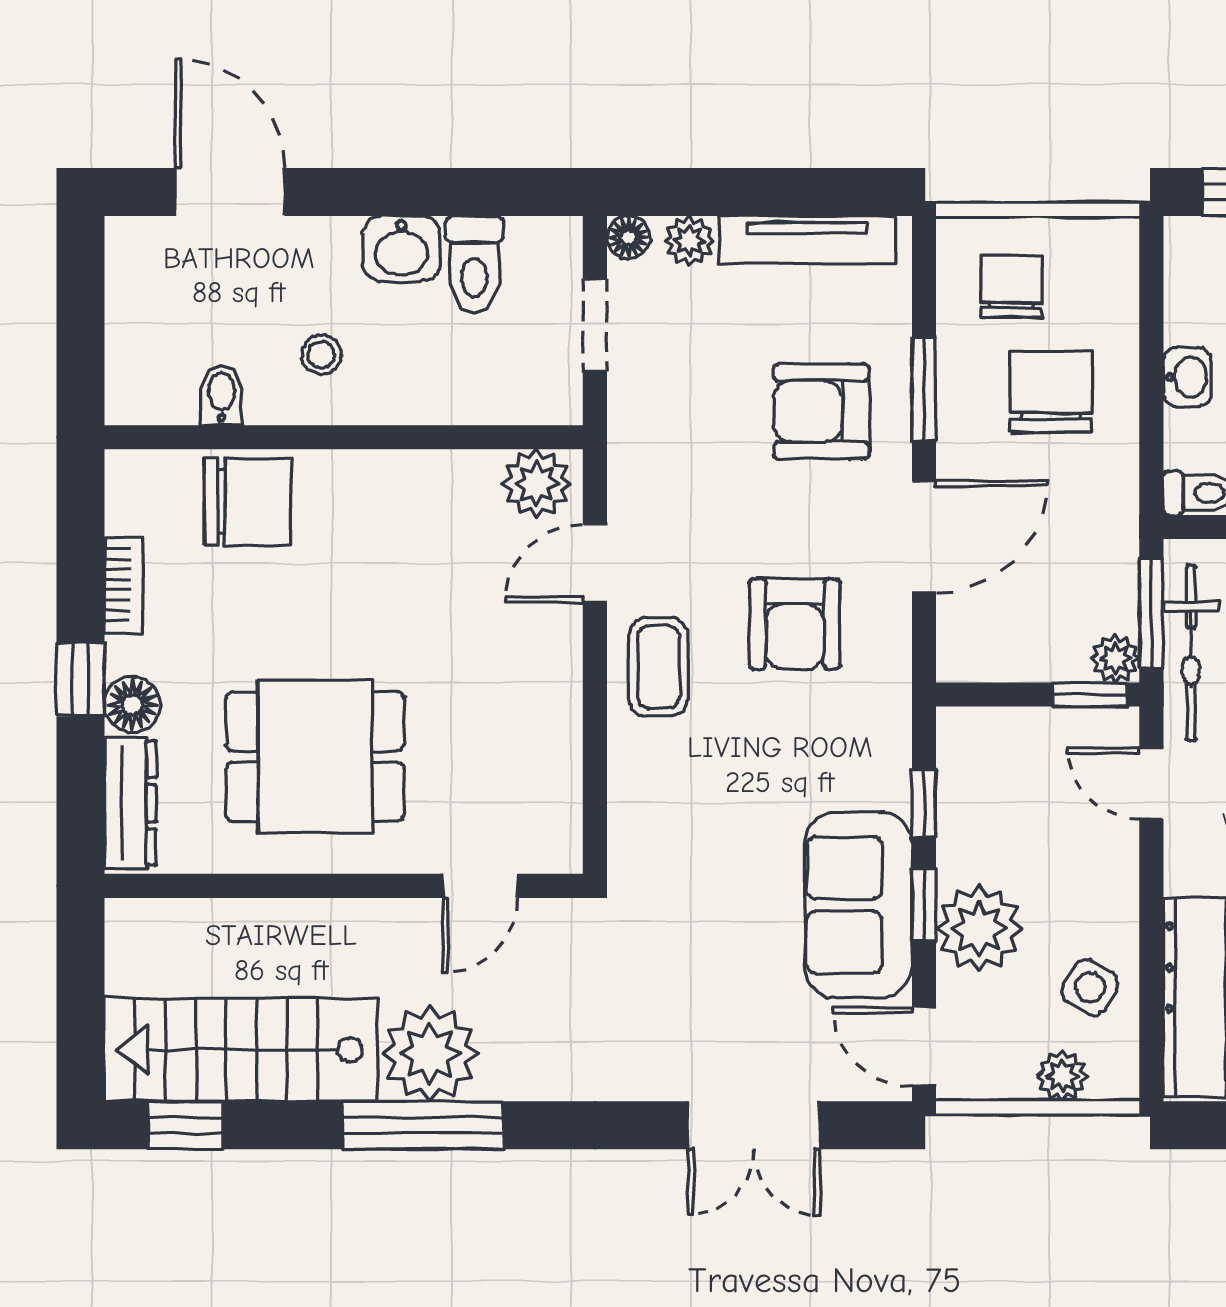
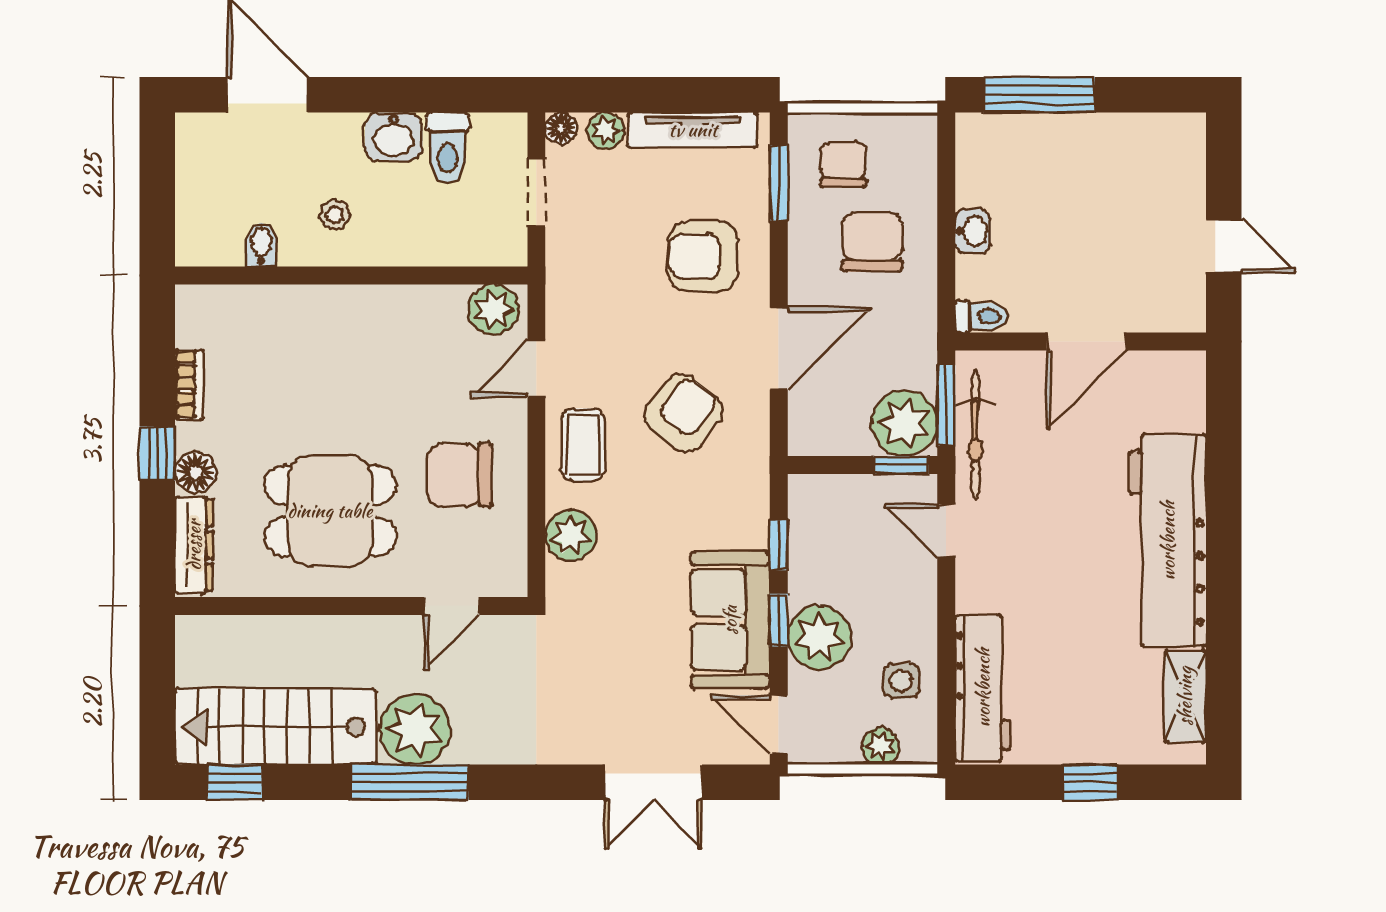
window: (924, 389) -> (779, 183), moved
chair: (248, 502) -> (460, 475), moved, turned 180
armchair: (795, 624) -> (683, 413), turned -142
plant: (1115, 659) -> (904, 423), width x1.88, depth x1.88
plant: (641, 790) -> (571, 535), added
side table: (1090, 987) -> (901, 681), turned -31

